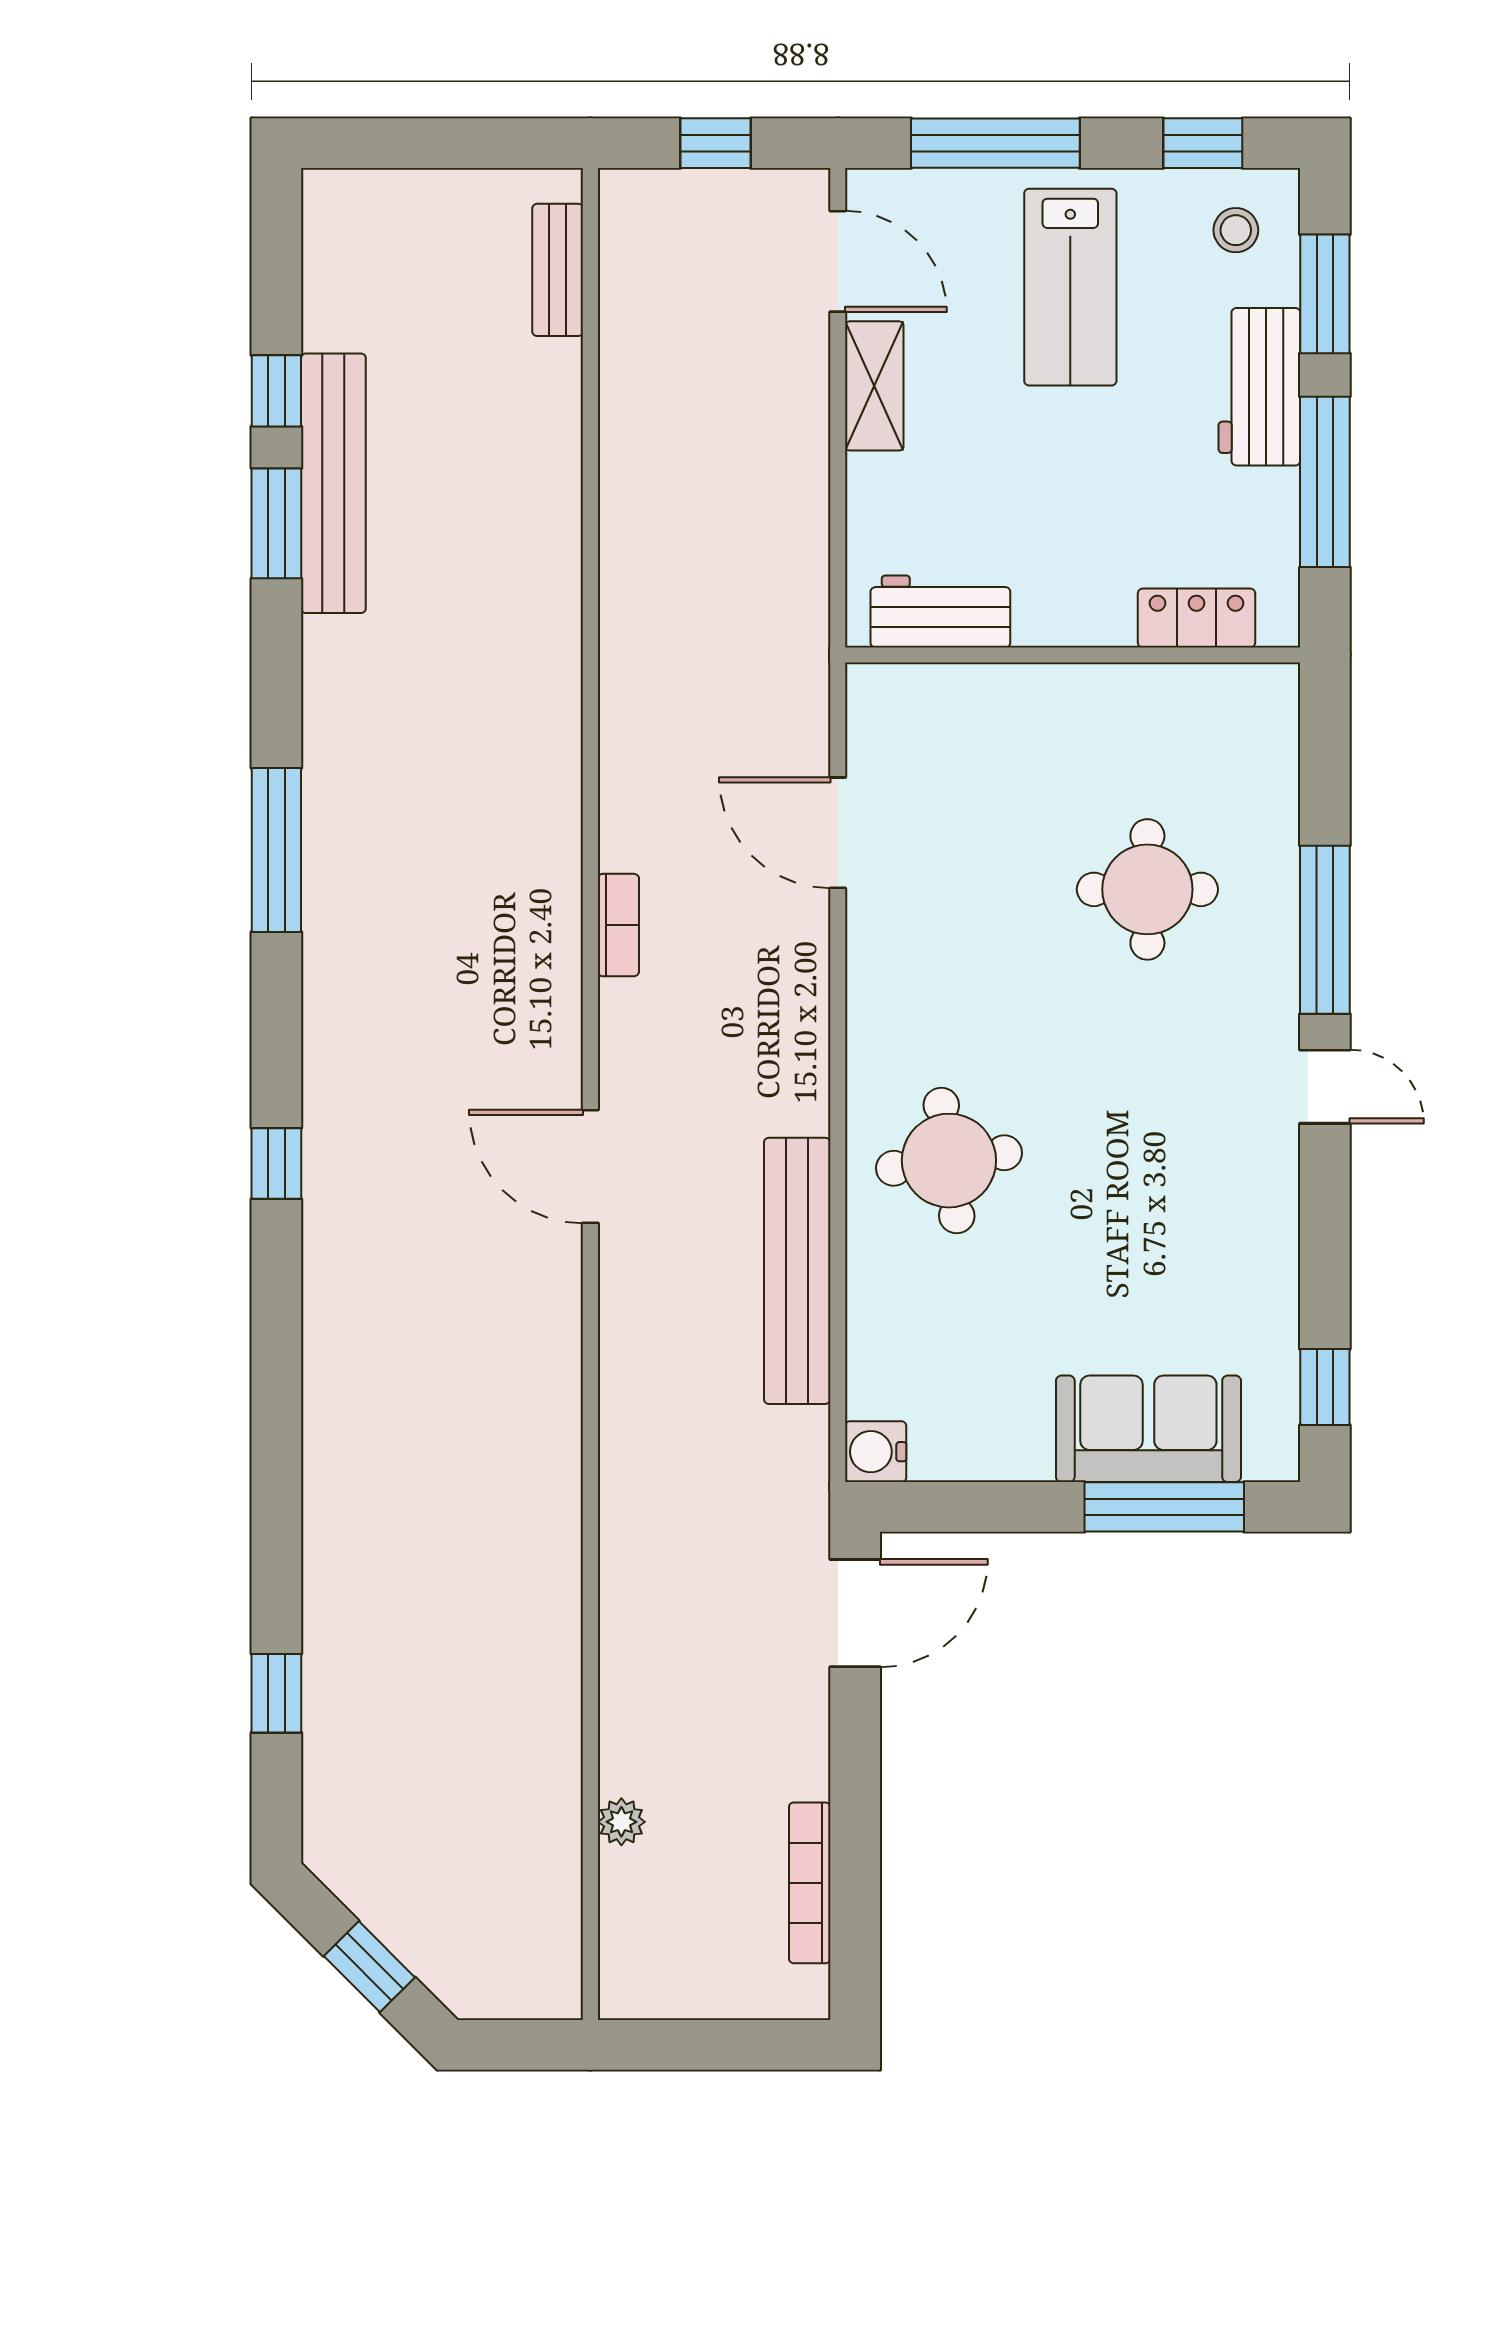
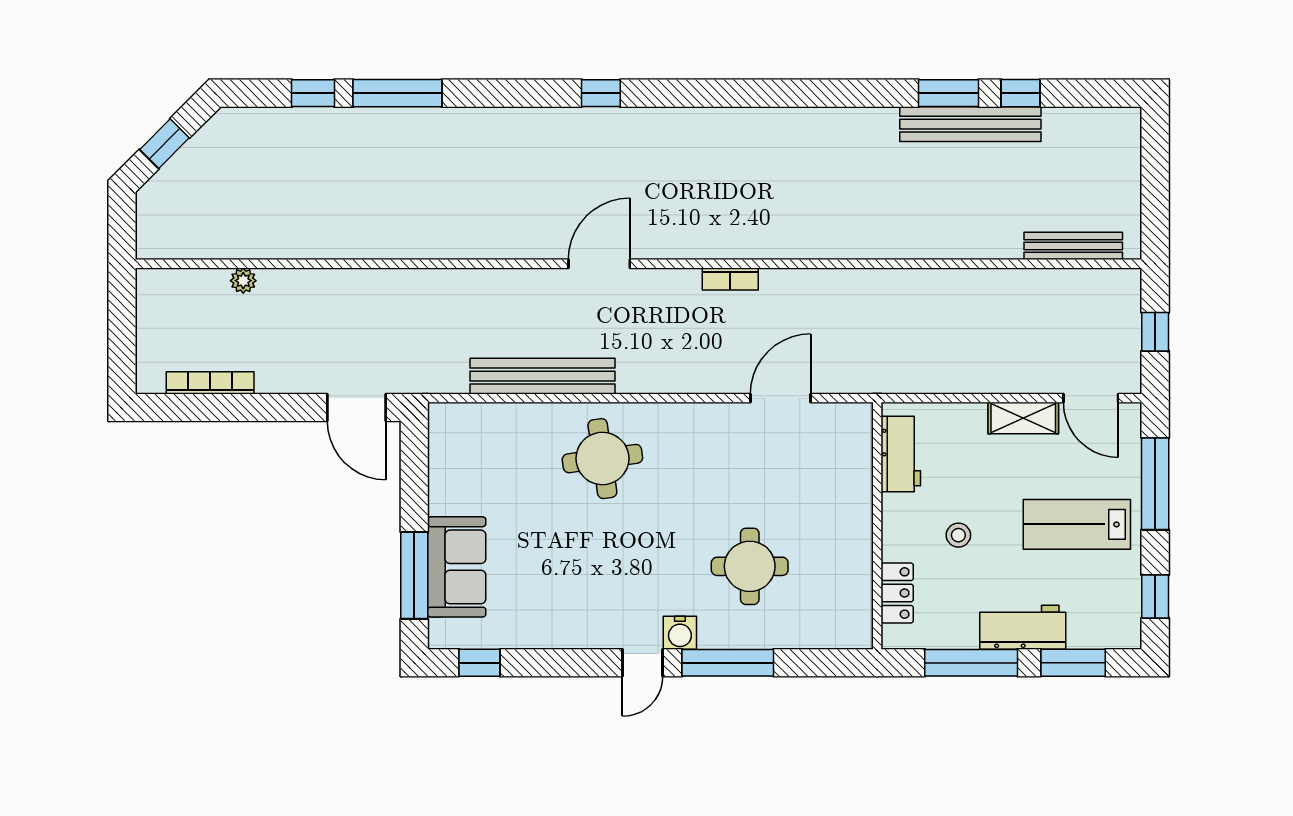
stool: (1236, 230) -> (958, 535), moved
door: (838, 261) -> (1091, 398), hinge flipped
bench: (558, 270) -> (1073, 246), width x1.36
window: (276, 850) -> (397, 93), moved
water cooler: (876, 1452) -> (680, 633), moved, turned 180

